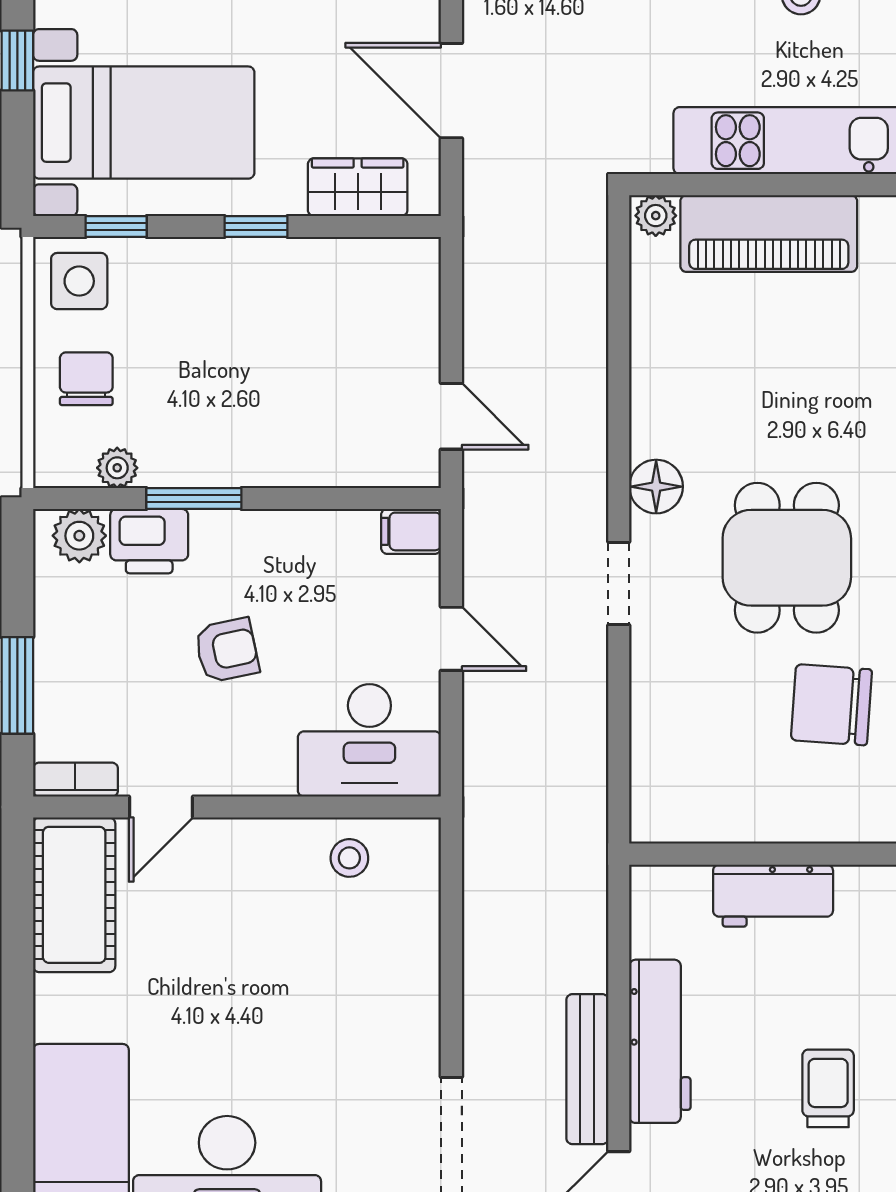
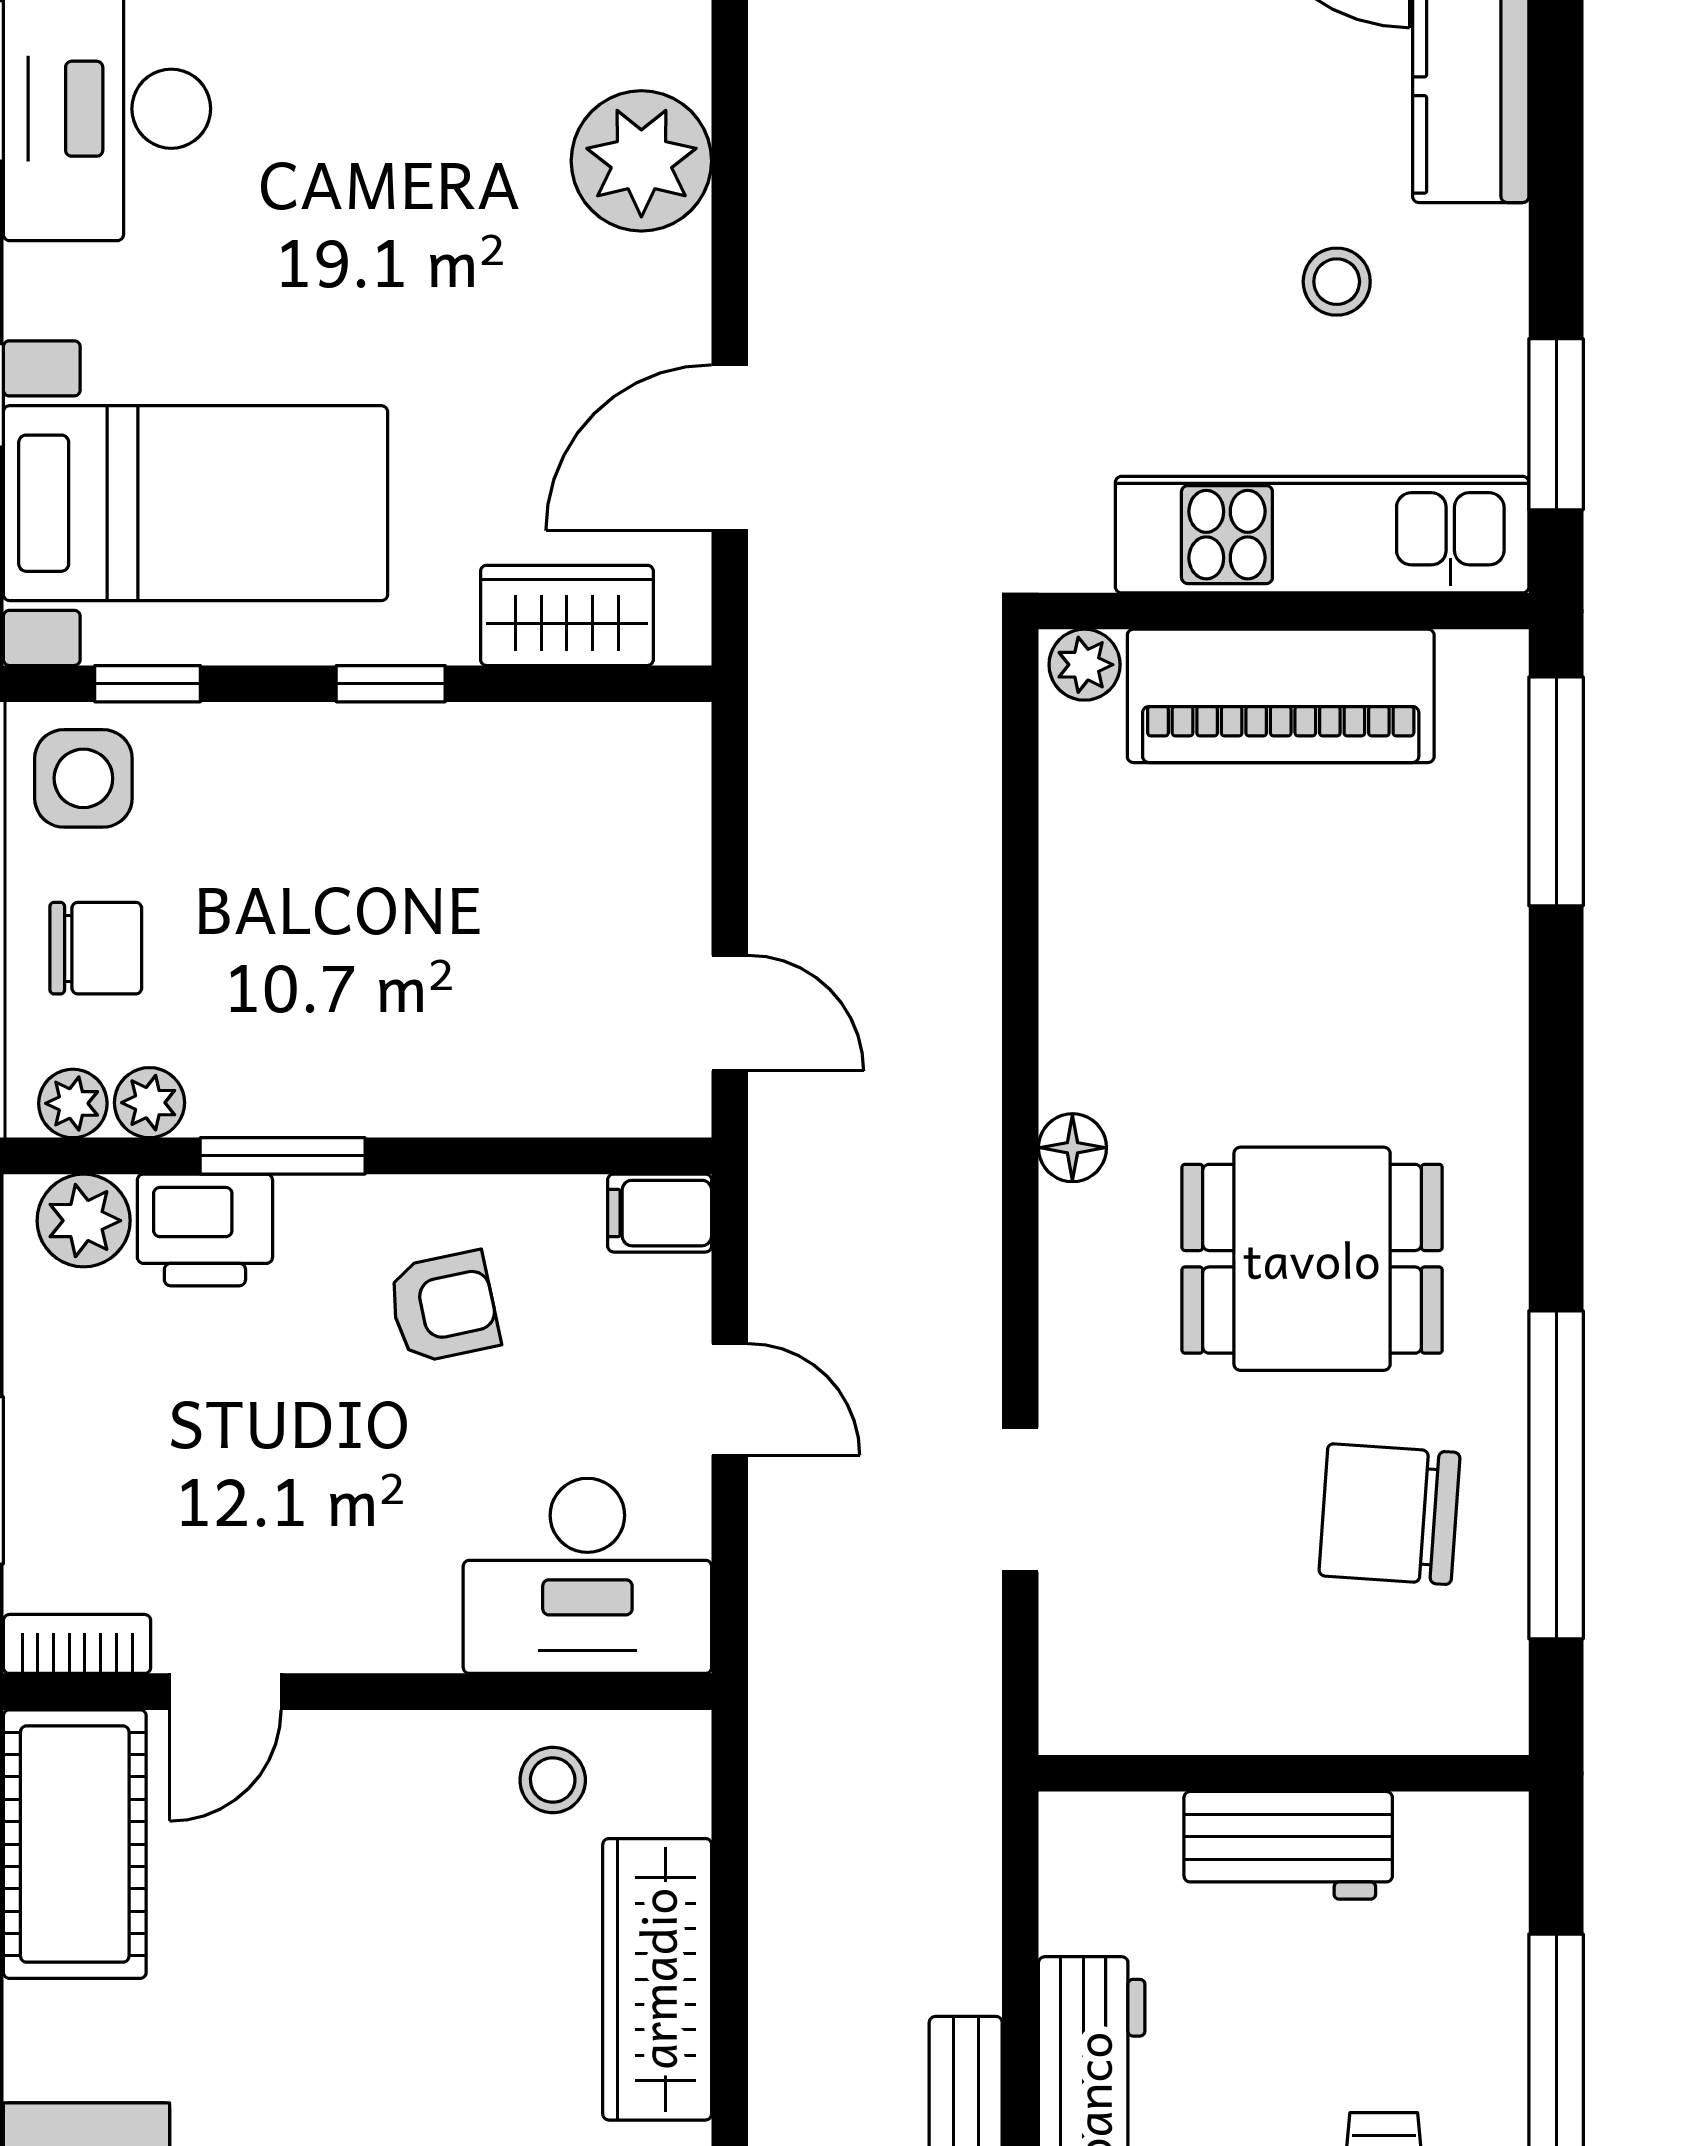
door: (451, 91) -> (730, 448), hinge flipped
chair: (86, 379) -> (96, 948), turned 90
plant: (73, 468) -> (73, 1103), added
floor lamp: (656, 487) -> (1072, 1148), width x0.73, depth x0.73
dining table: (787, 558) -> (1312, 1259), turned 90
doorway: (619, 583) -> (1020, 1500), moved
armchair: (227, 650) -> (444, 1307), moved
wardrobe: (410, 973) -> (657, 1979), added

